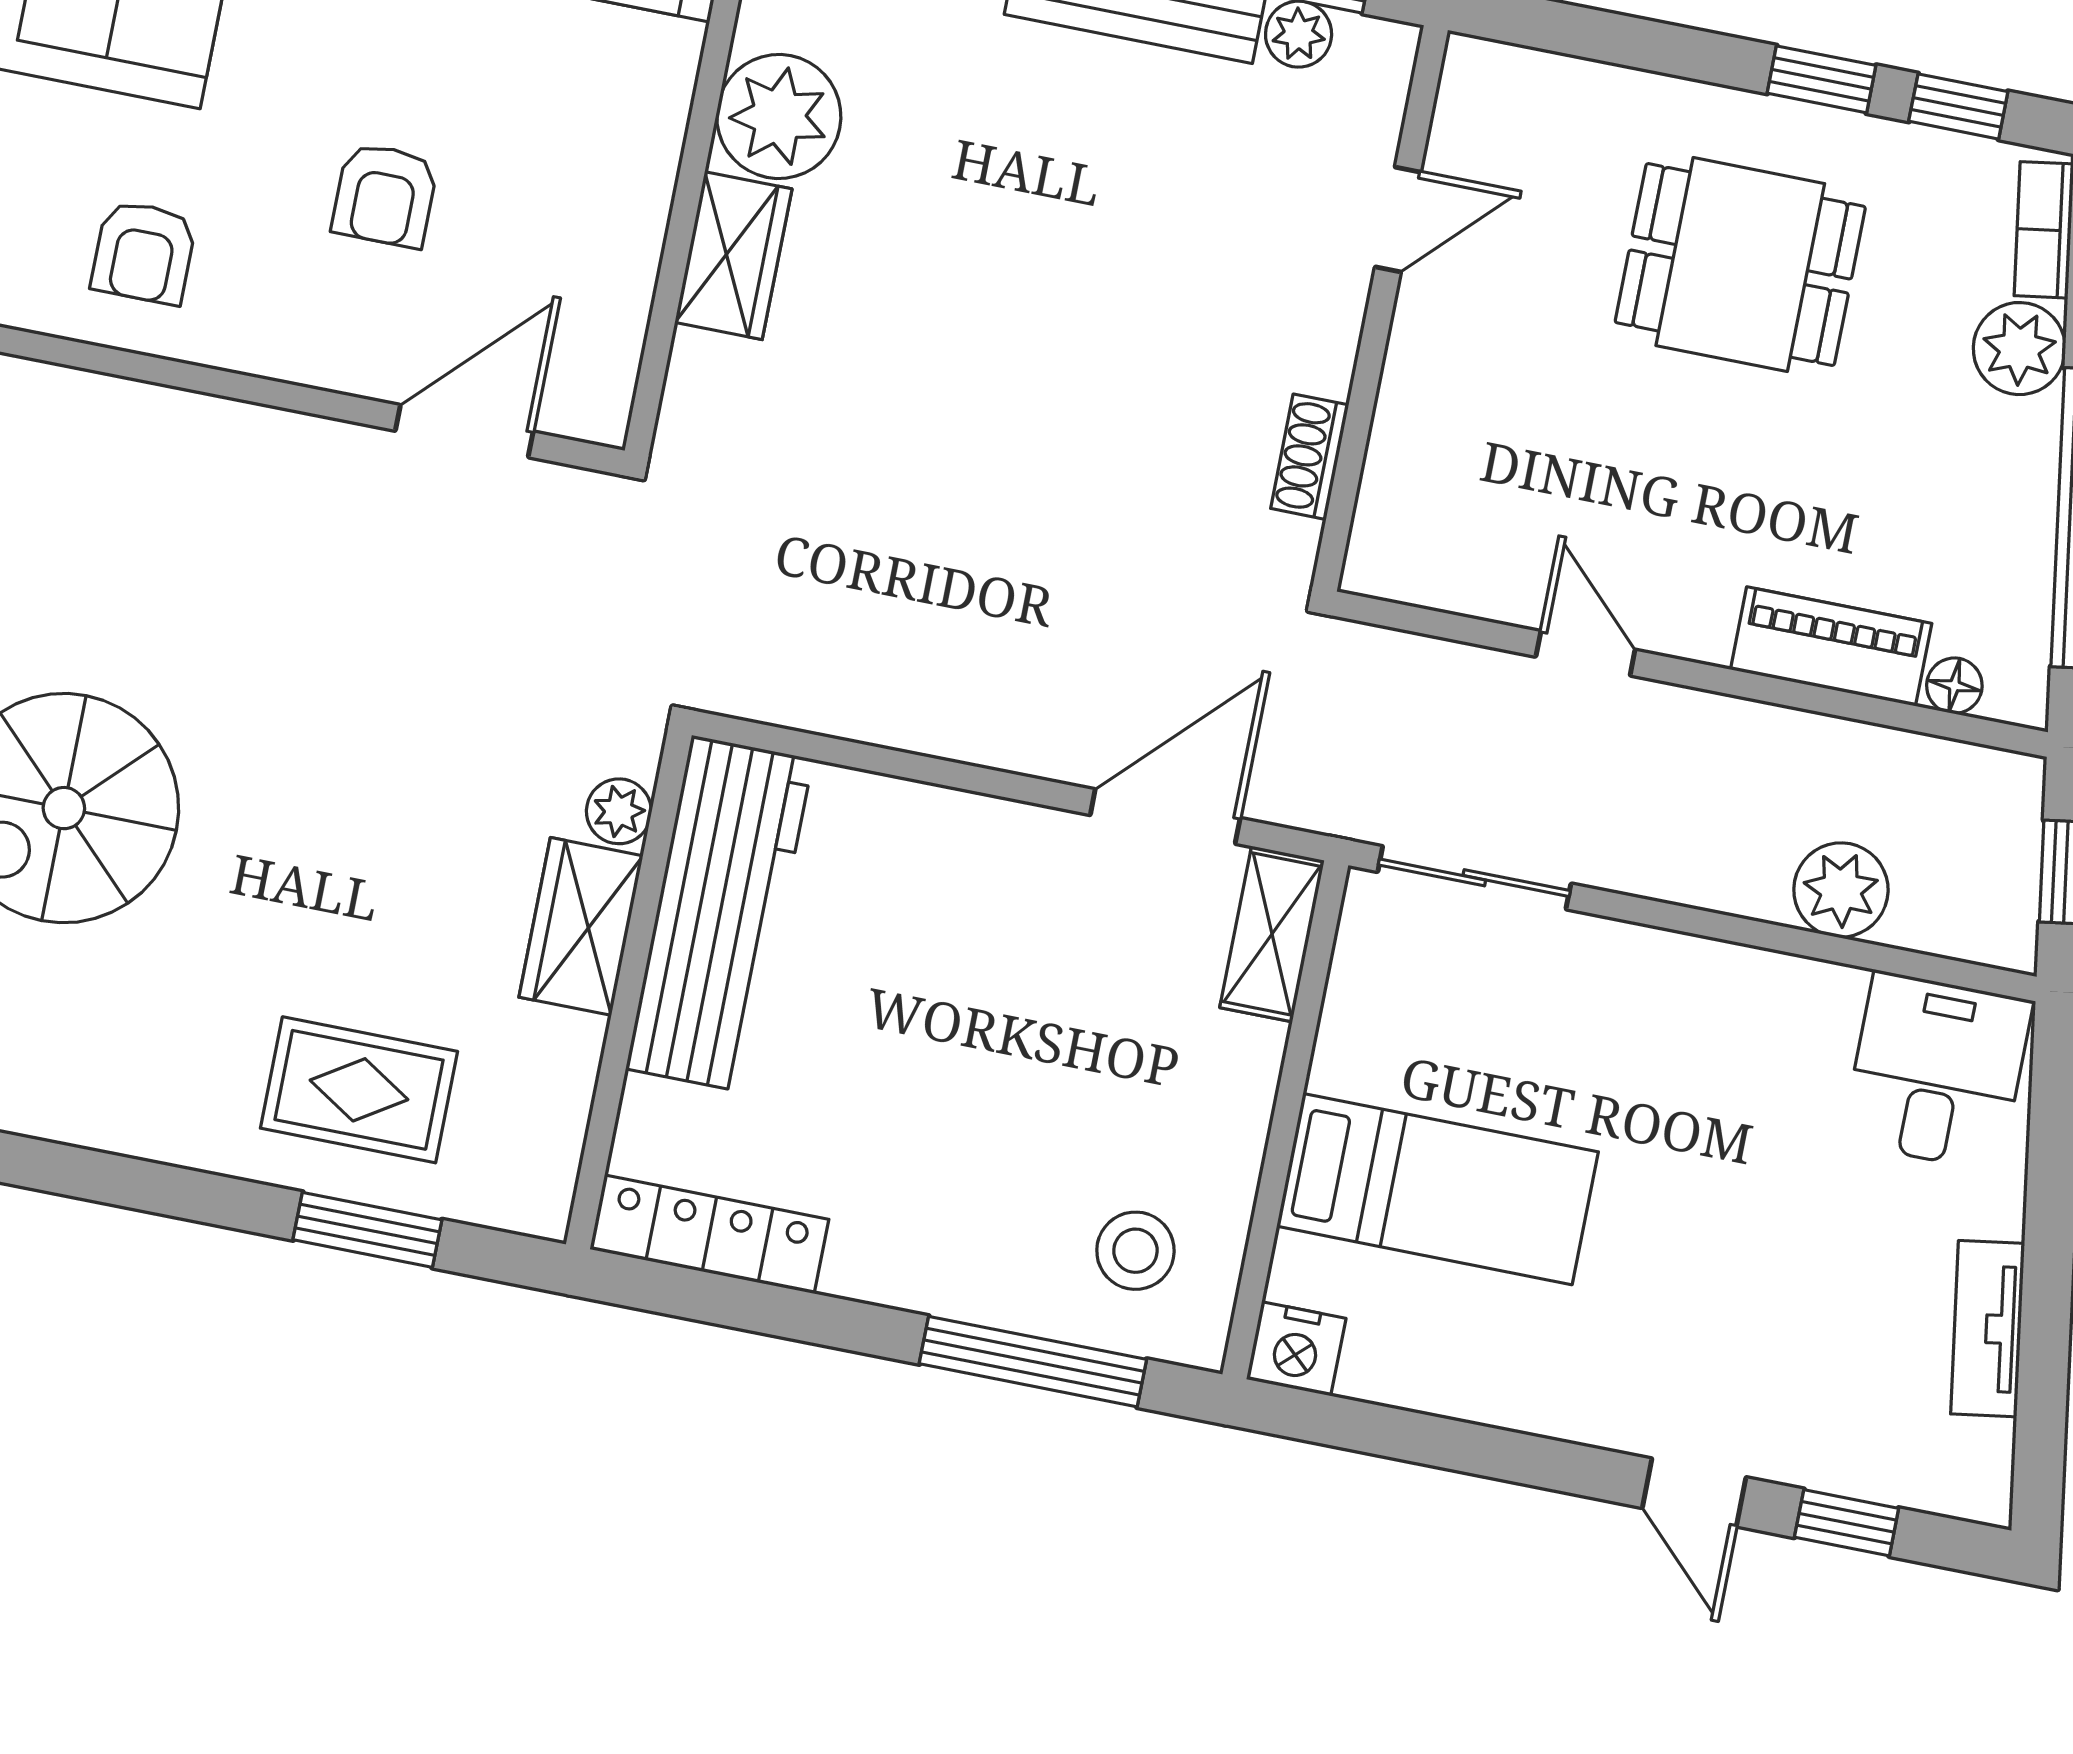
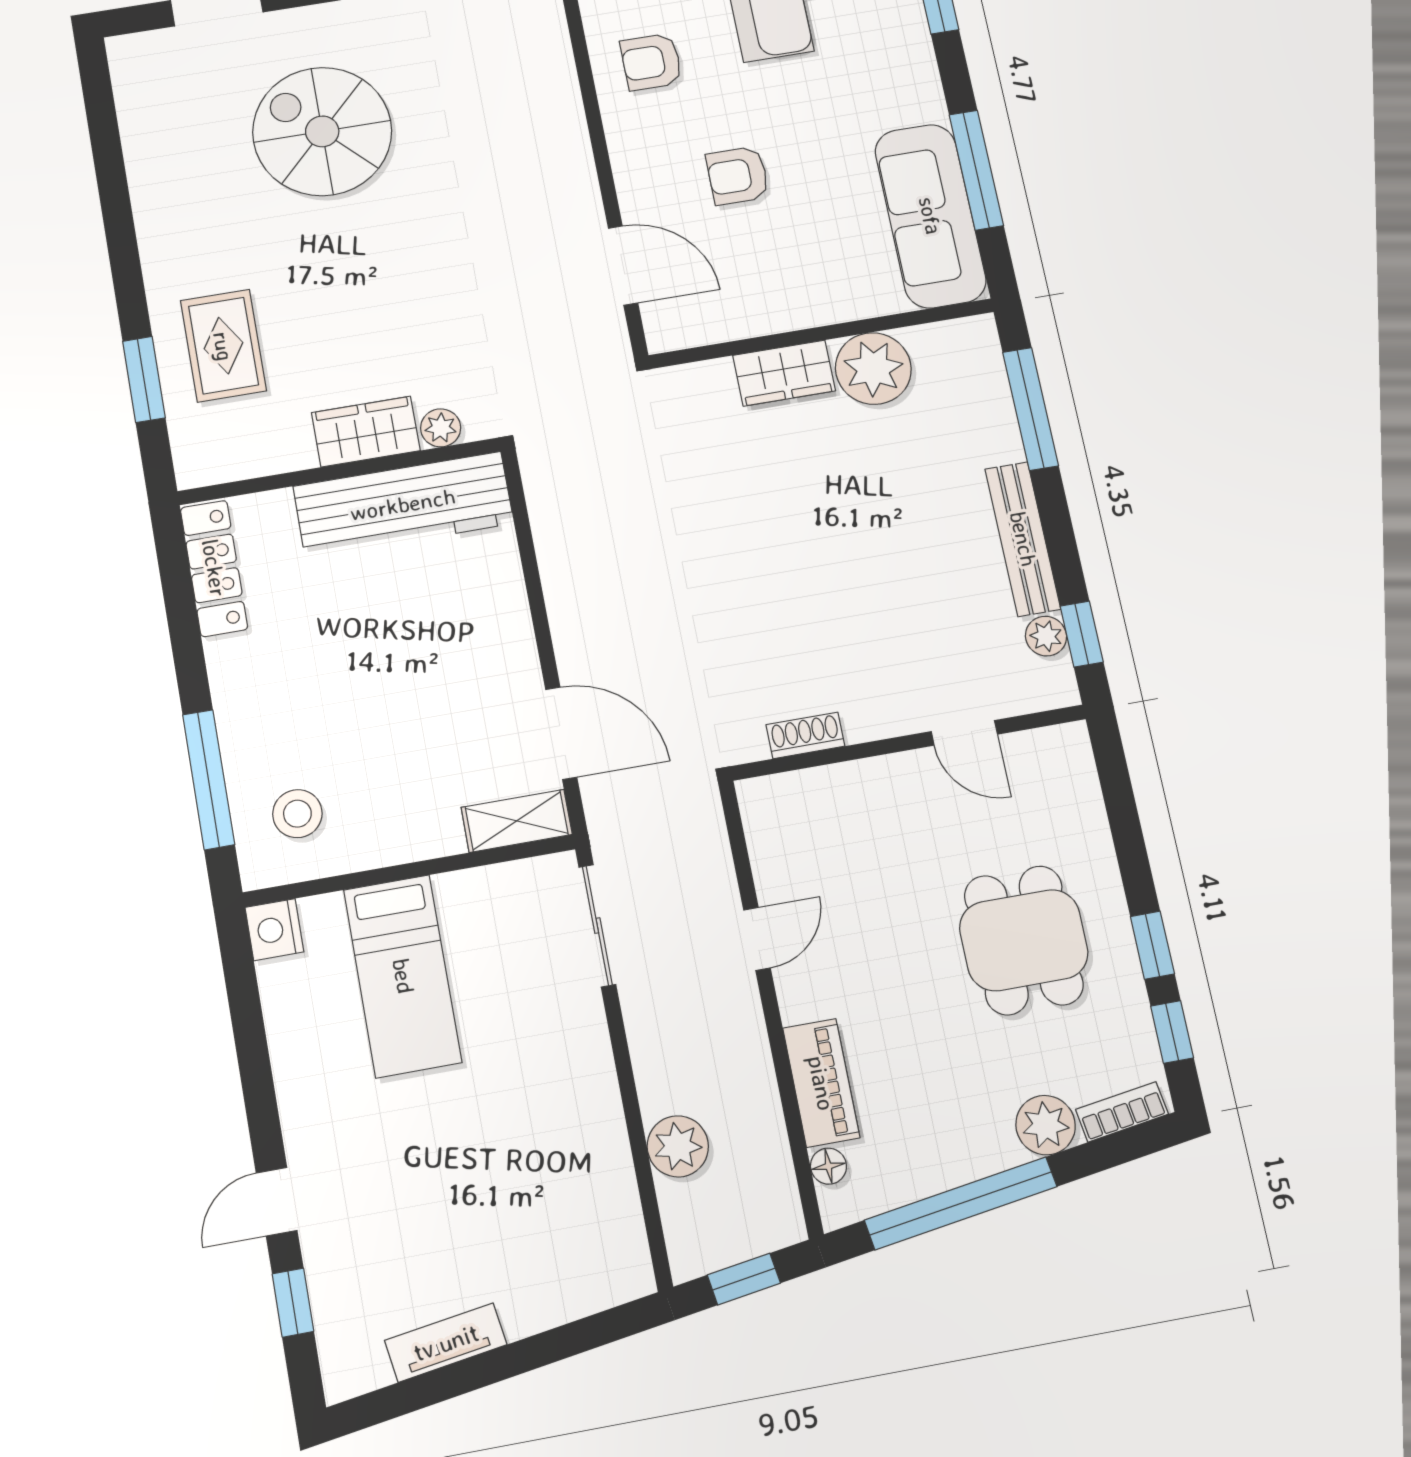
desk: (1937, 1071) -> (591, 1248), removed

